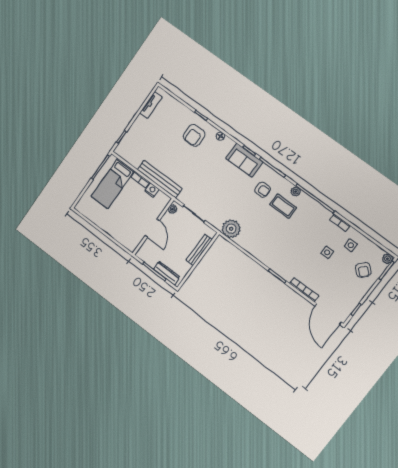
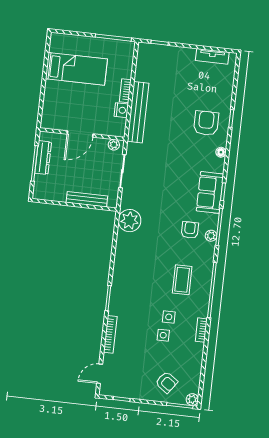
armchair: (194, 135) -> (206, 123), turned 90
bed: (113, 184) -> (76, 69), moved, turned 180
armchair: (263, 190) -> (190, 230), turned 180
plant: (296, 192) -> (211, 236), moved
coffee table: (283, 206) -> (182, 280), moved
side table: (351, 245) -> (169, 317), moved
armchair: (363, 270) -> (167, 382), turned -97
dresser: (167, 273) -> (43, 158), moved
door: (328, 314) -> (100, 374), width x0.53

